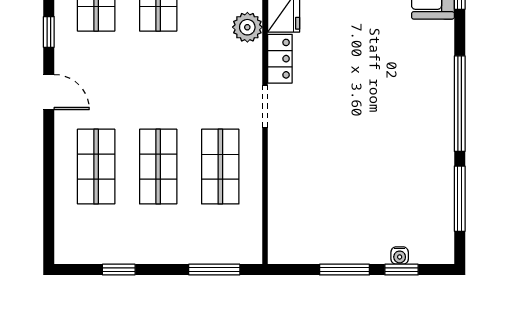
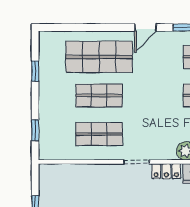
shop shelf: (96, 167) -> (99, 57), width x1.43, depth x1.36
window: (214, 270) -> (35, 130), width x0.67

